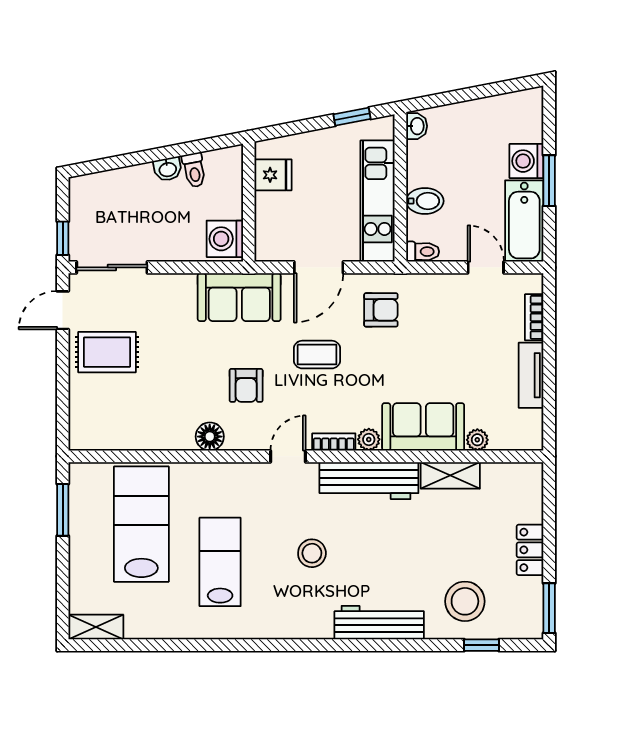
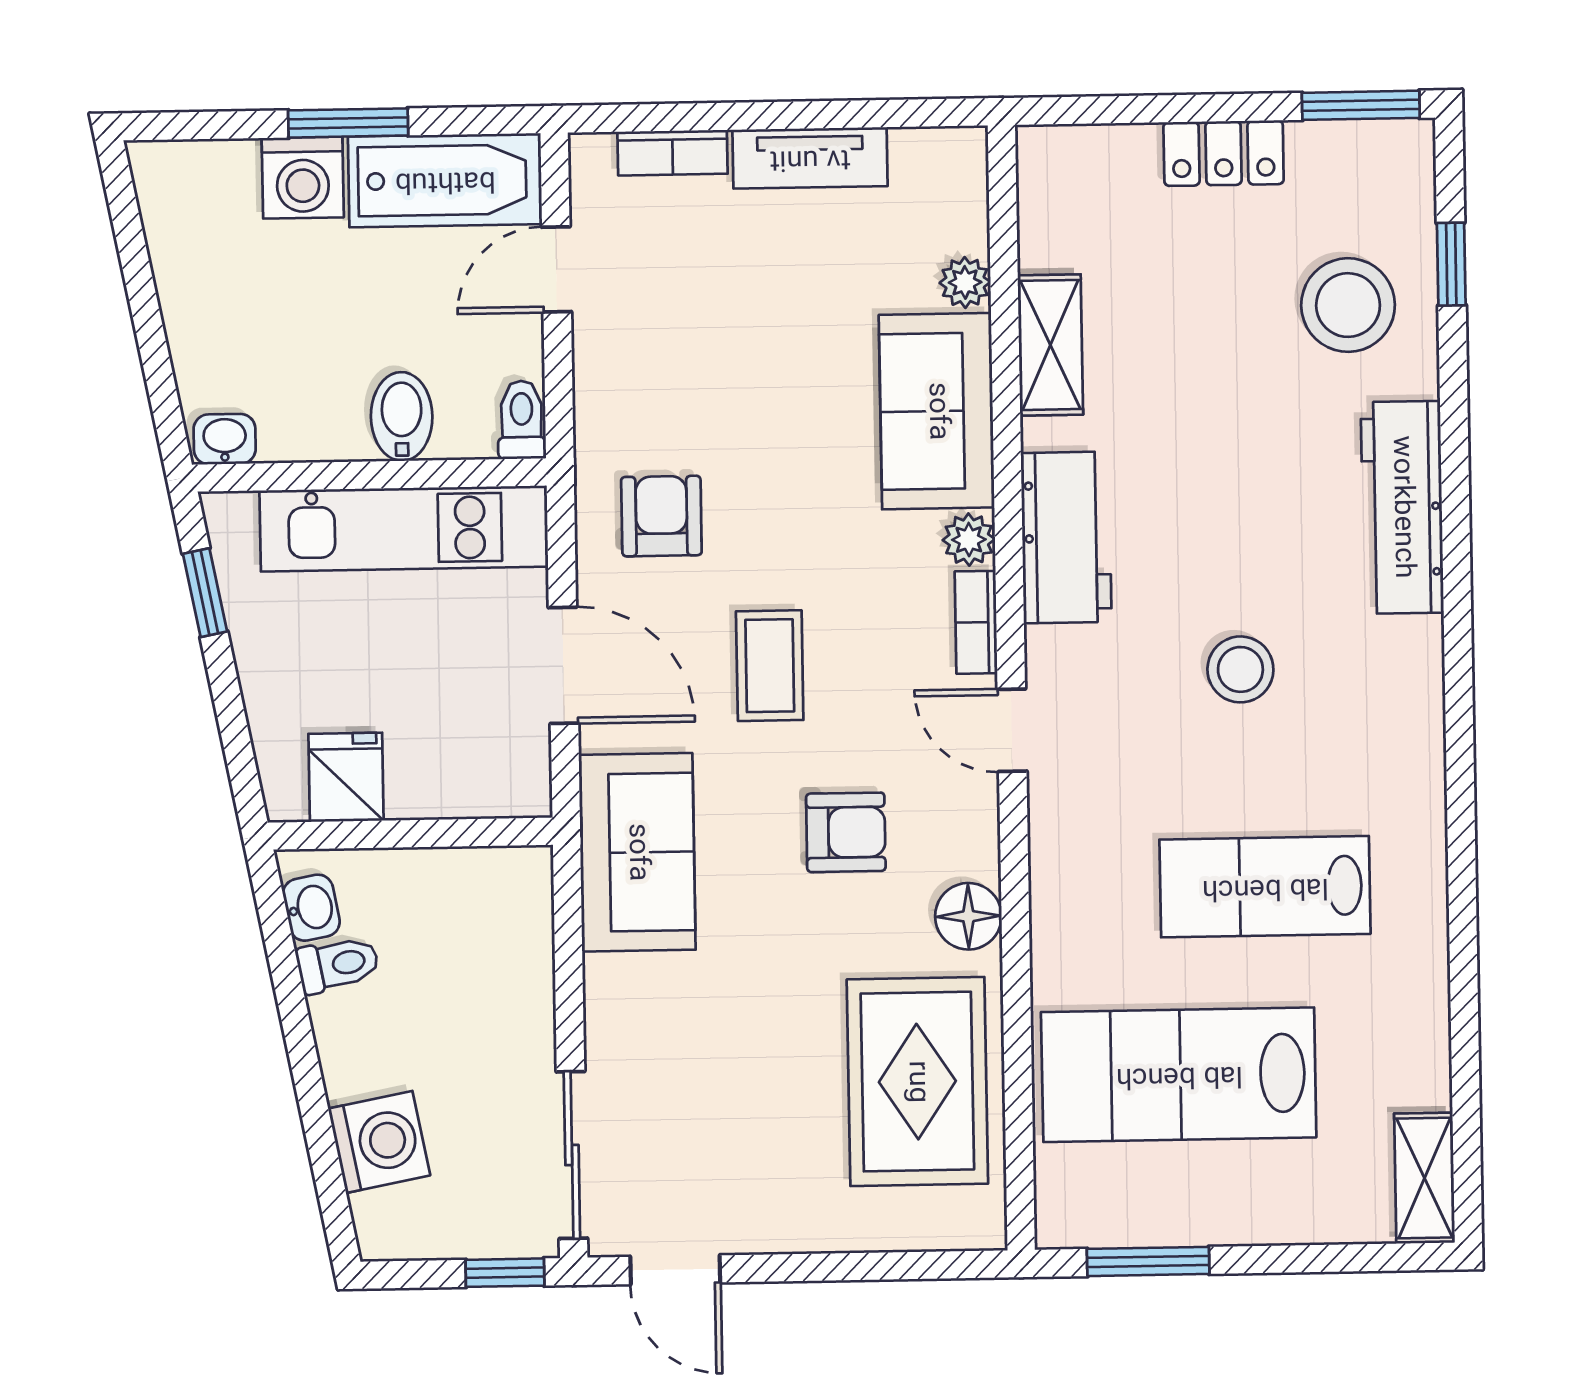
washbasin: (168, 169) -> (311, 908), moved
washing machine: (225, 239) -> (379, 1142), moved, turned -101
rug: (107, 352) -> (917, 1082), moved, width x1.36, depth x1.43
workbench: (369, 481) -> (1066, 537), width x0.73

